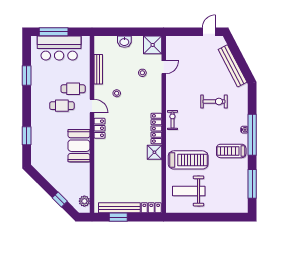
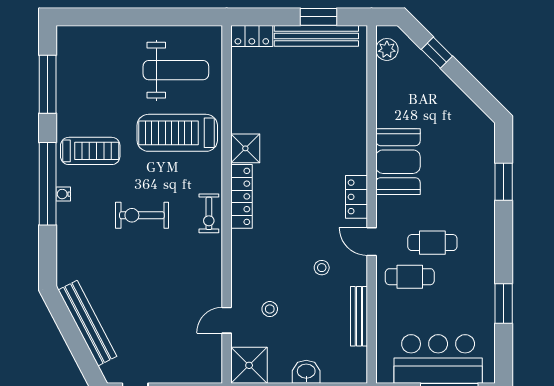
exercise bike: (214, 101) -> (142, 215), moved

